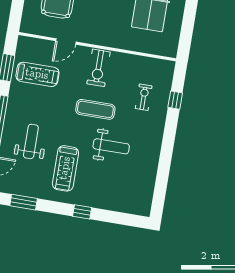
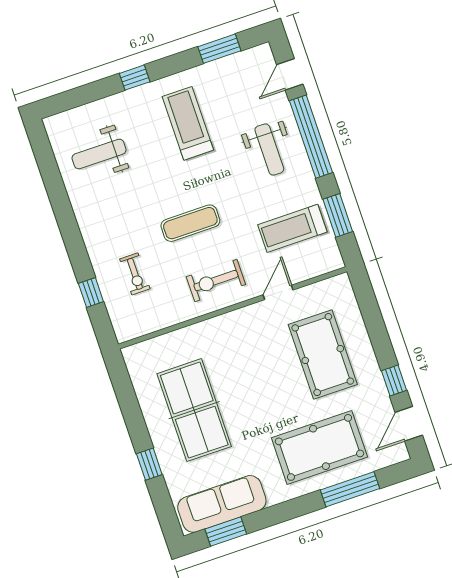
exercise bike: (99, 68) -> (216, 281), turned -90
weight bench: (31, 141) -> (269, 150), moved
weight bench: (111, 146) -> (99, 154), moved

